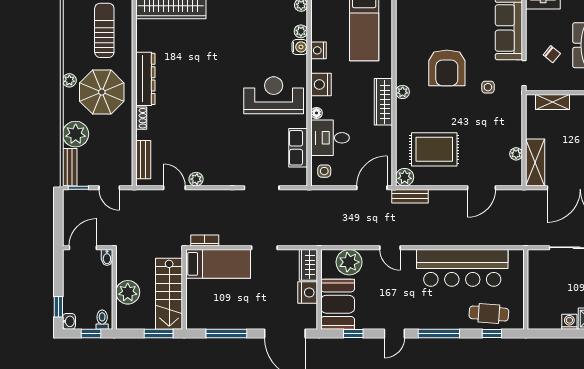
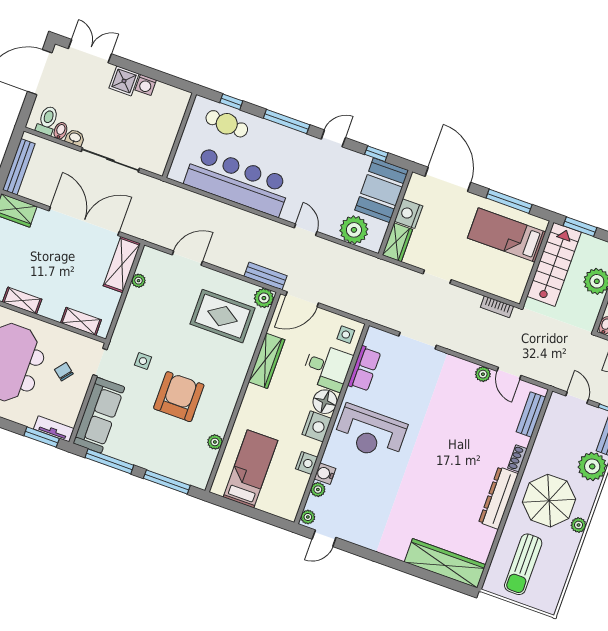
plant: (403, 92) -> (215, 442), moved
wardrobe: (383, 102) -> (267, 361), moved
floor lamp: (316, 113) -> (325, 402), width x1.89, depth x1.89
bed: (218, 264) -> (507, 235), moved

